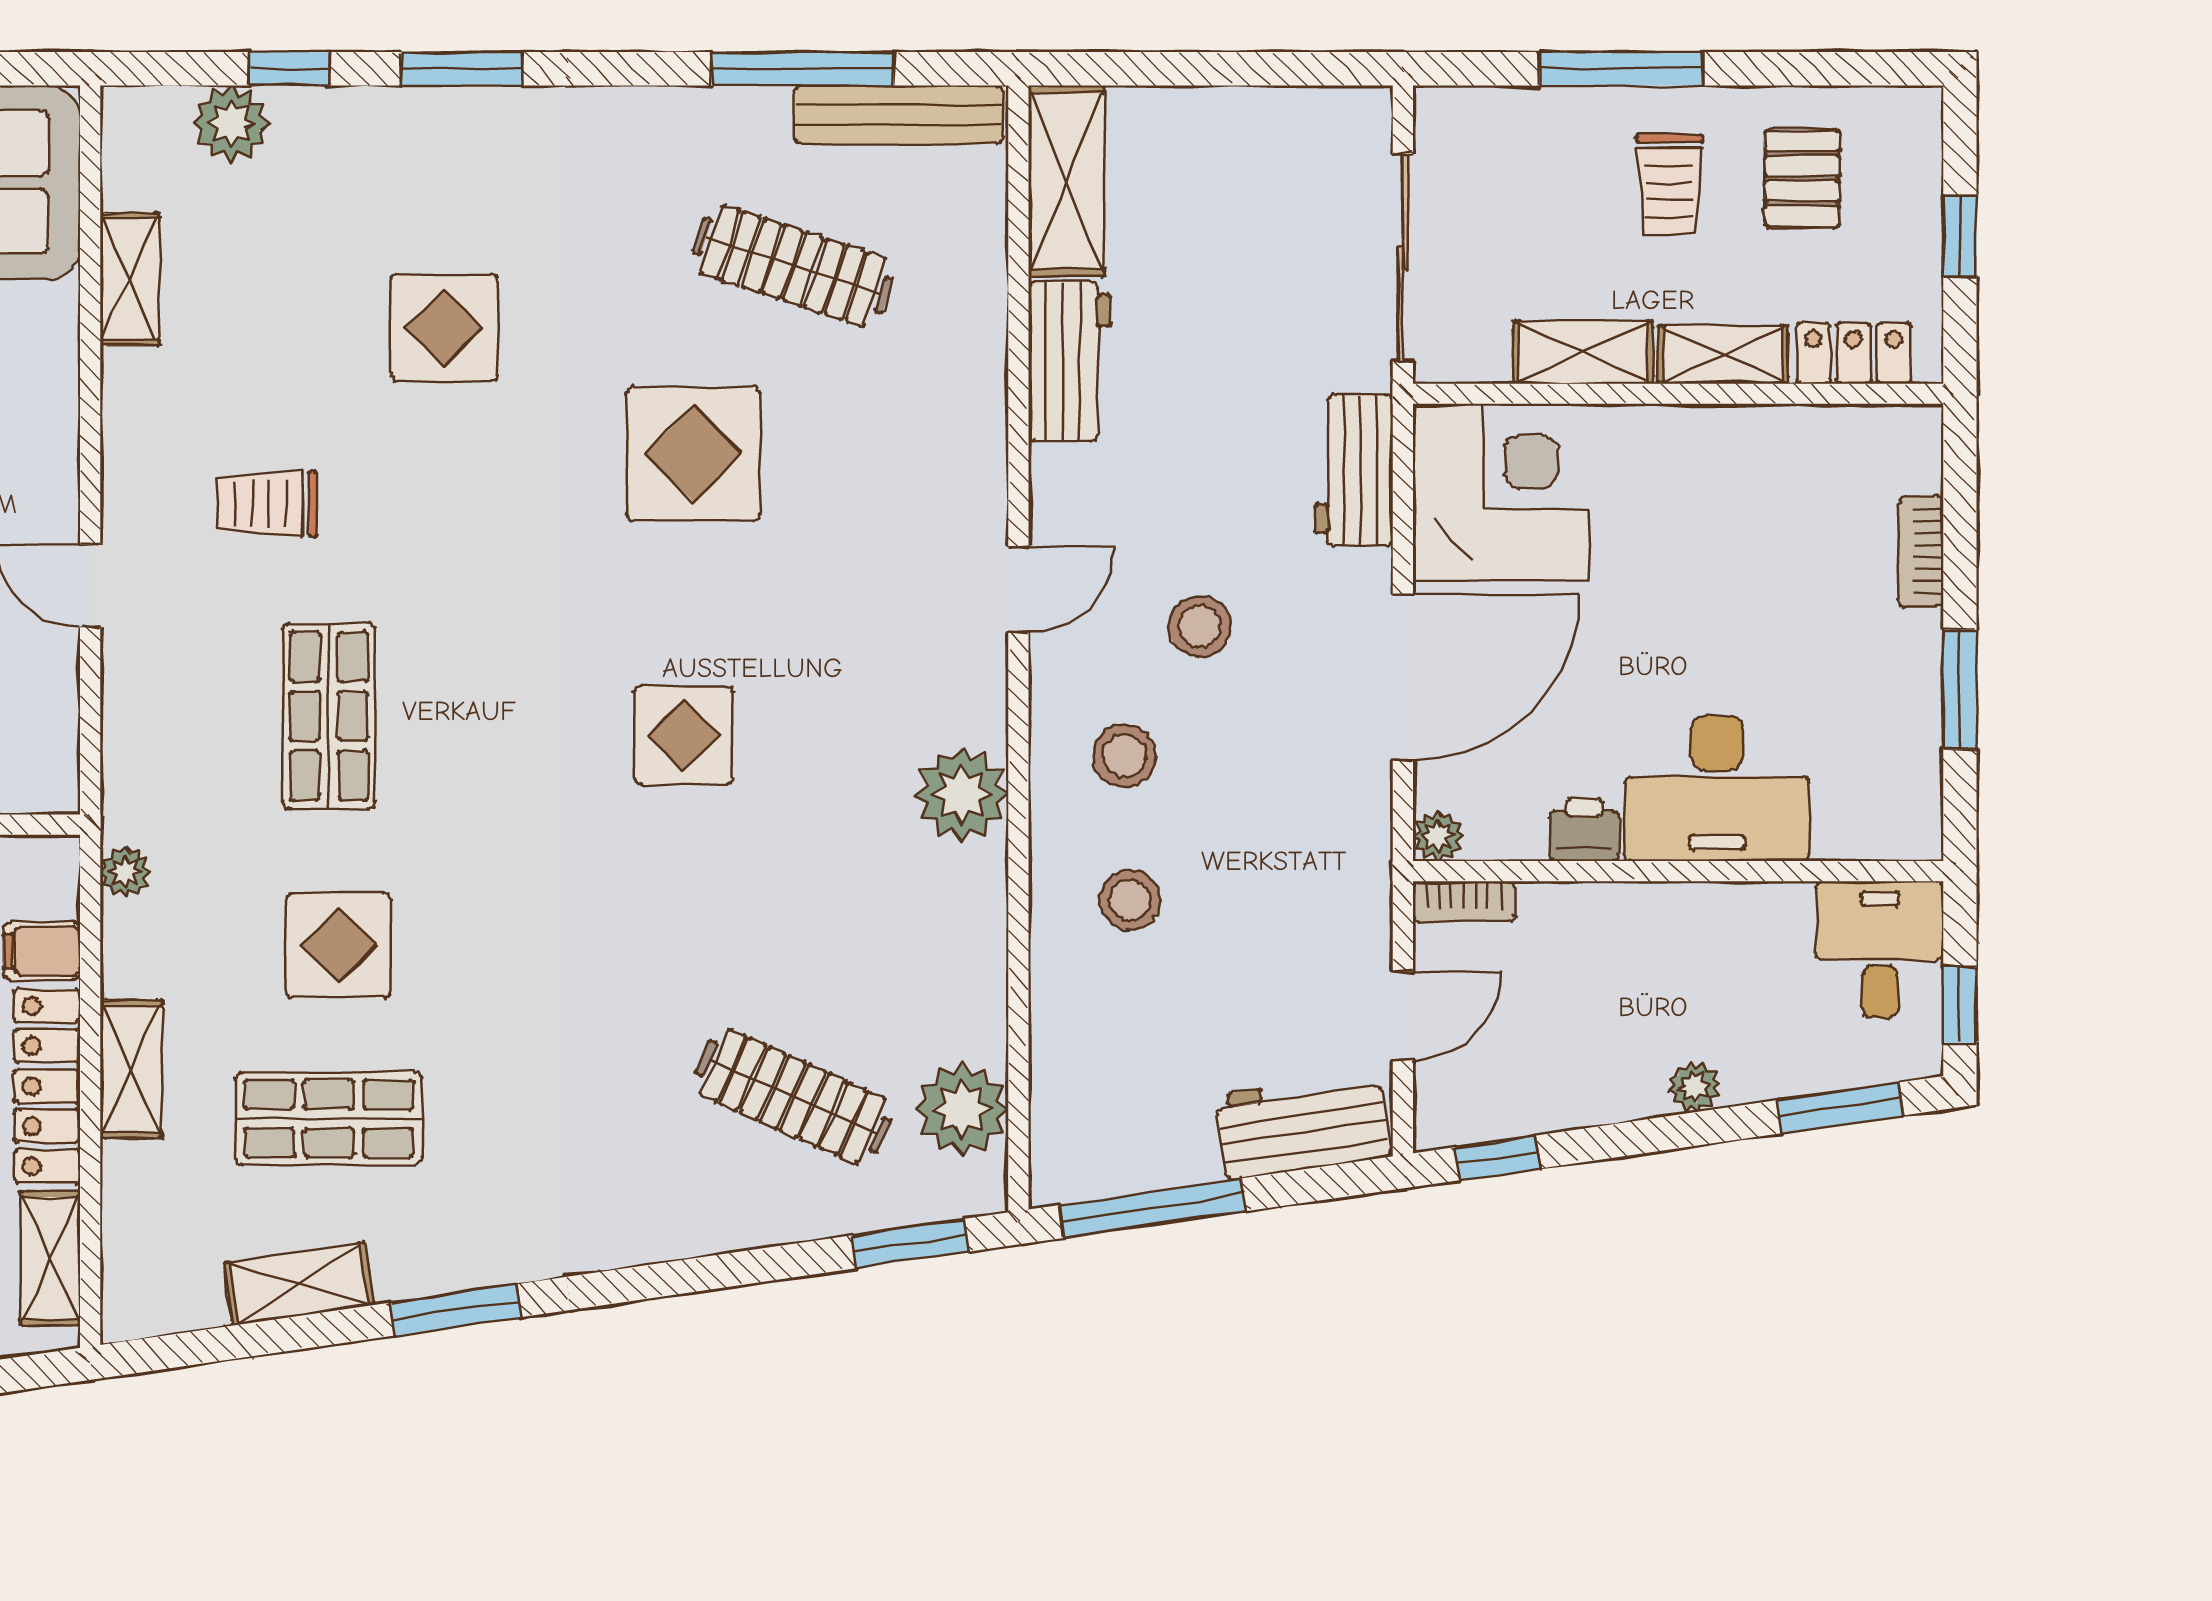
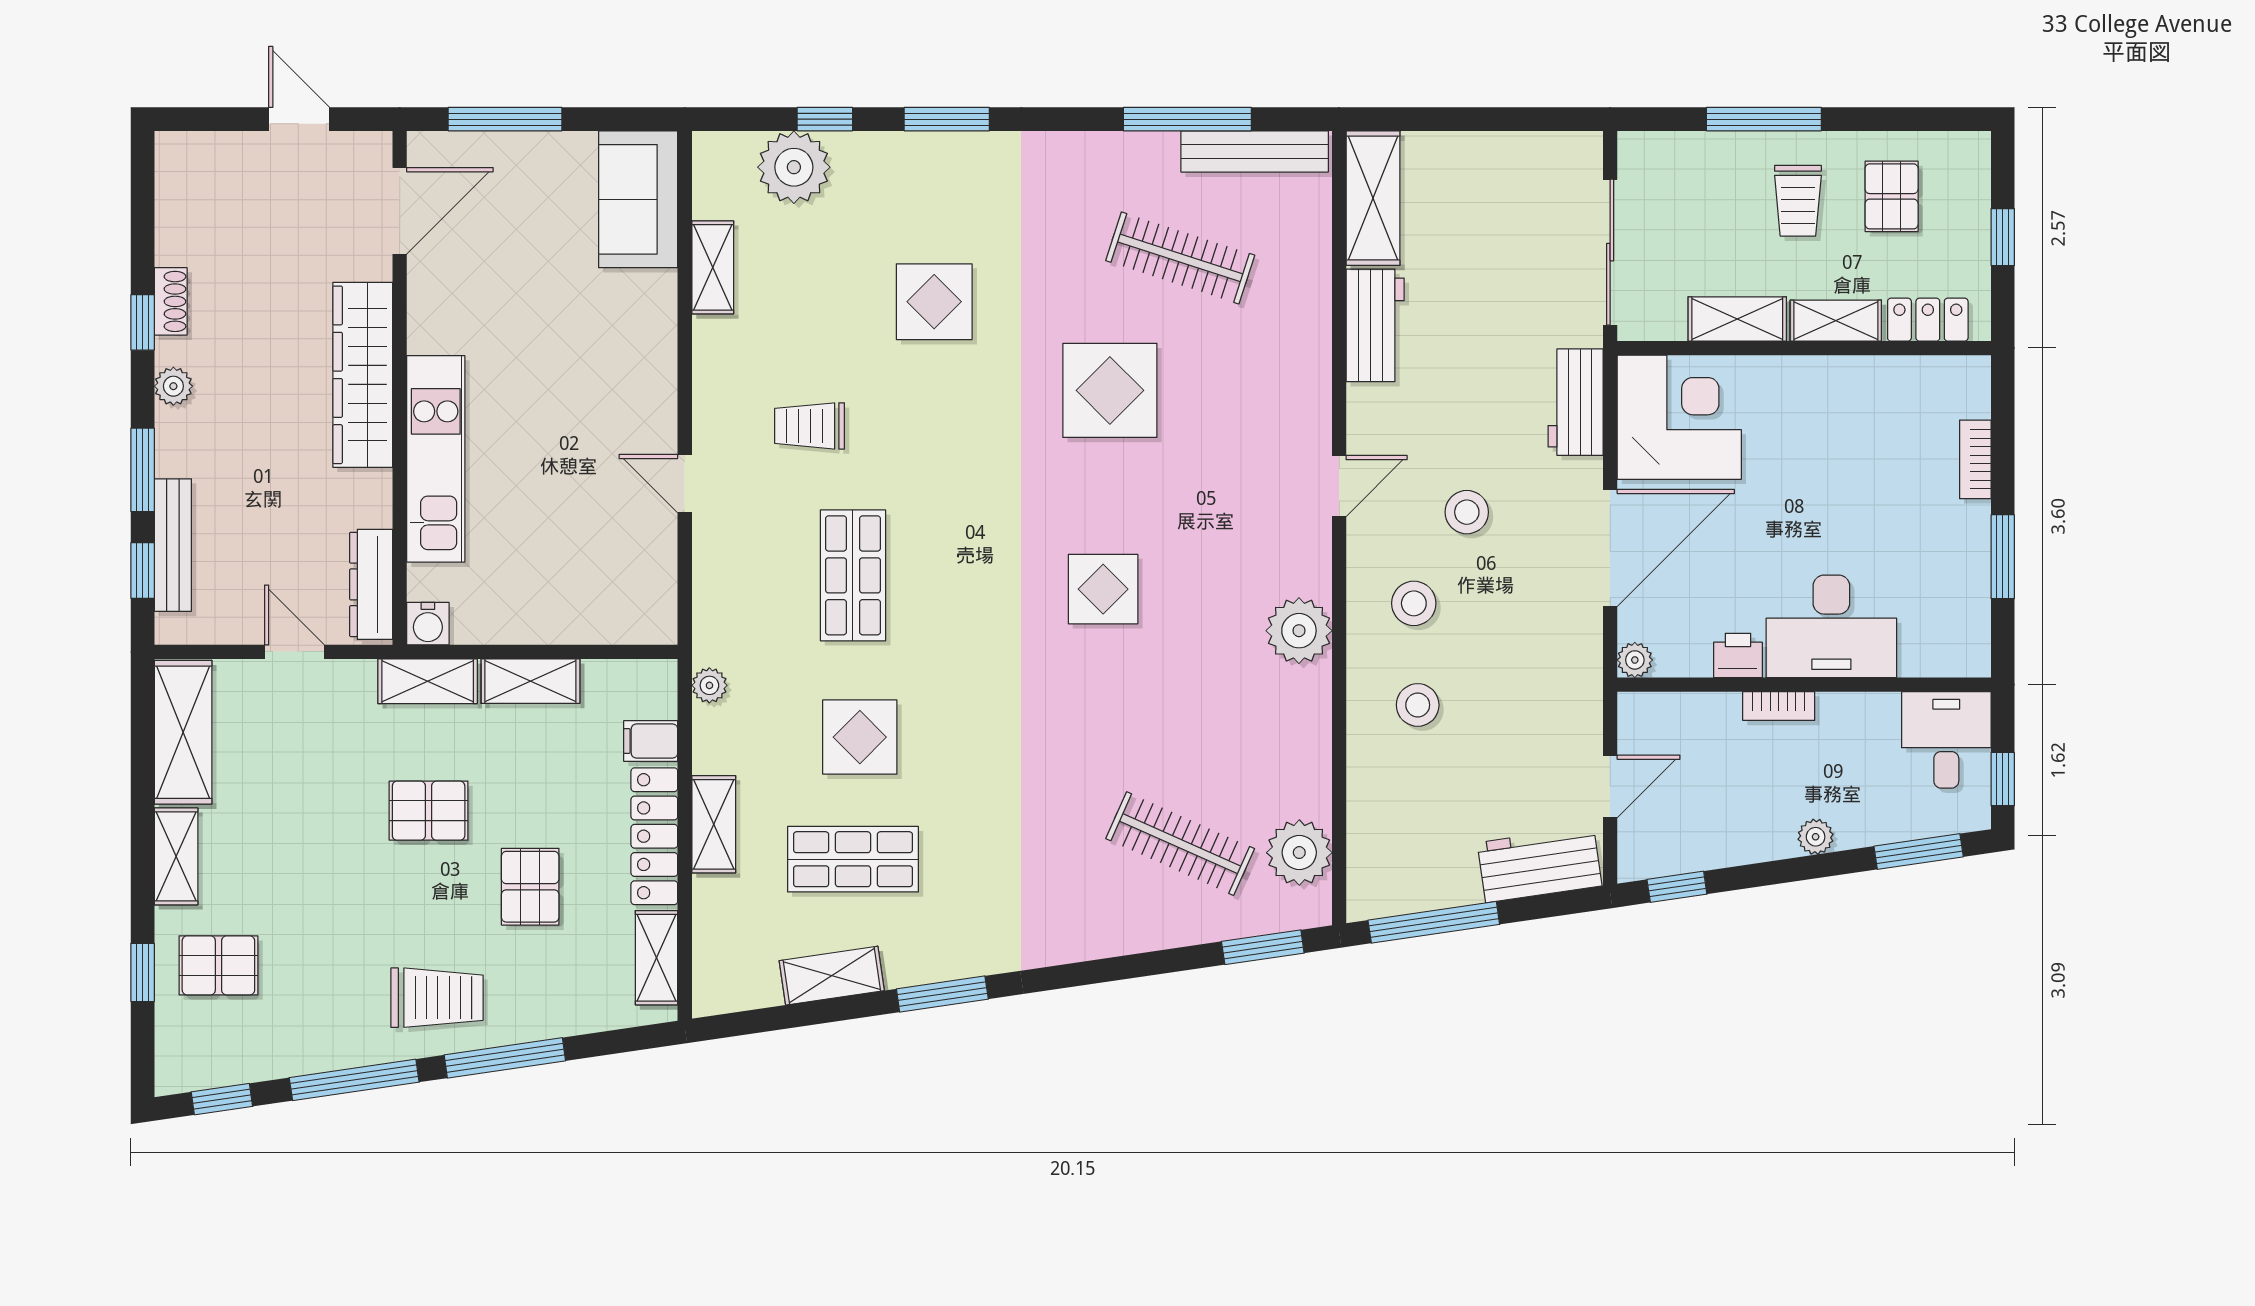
plant: (231, 123) -> (794, 167), width x1.36, depth x1.36
bookcase: (1464, 901) -> (1779, 706), moved

